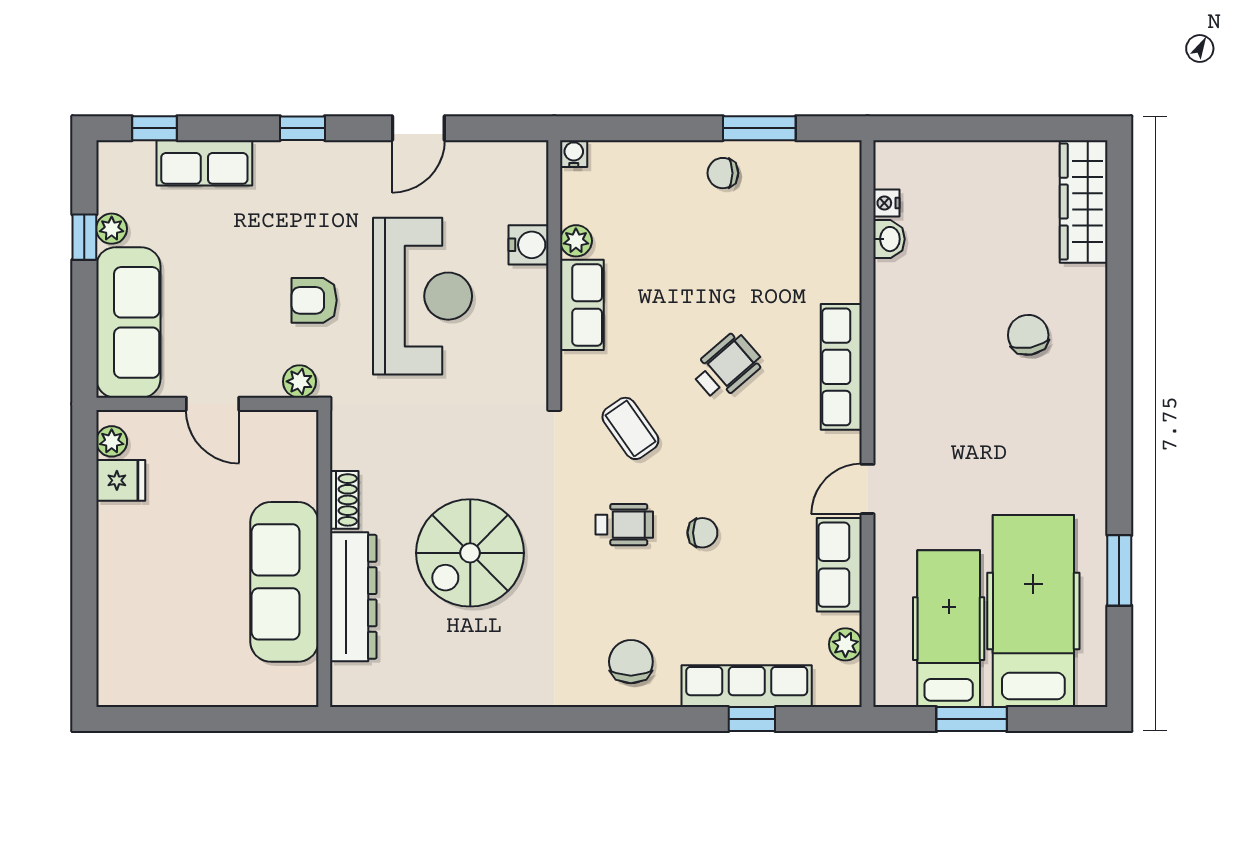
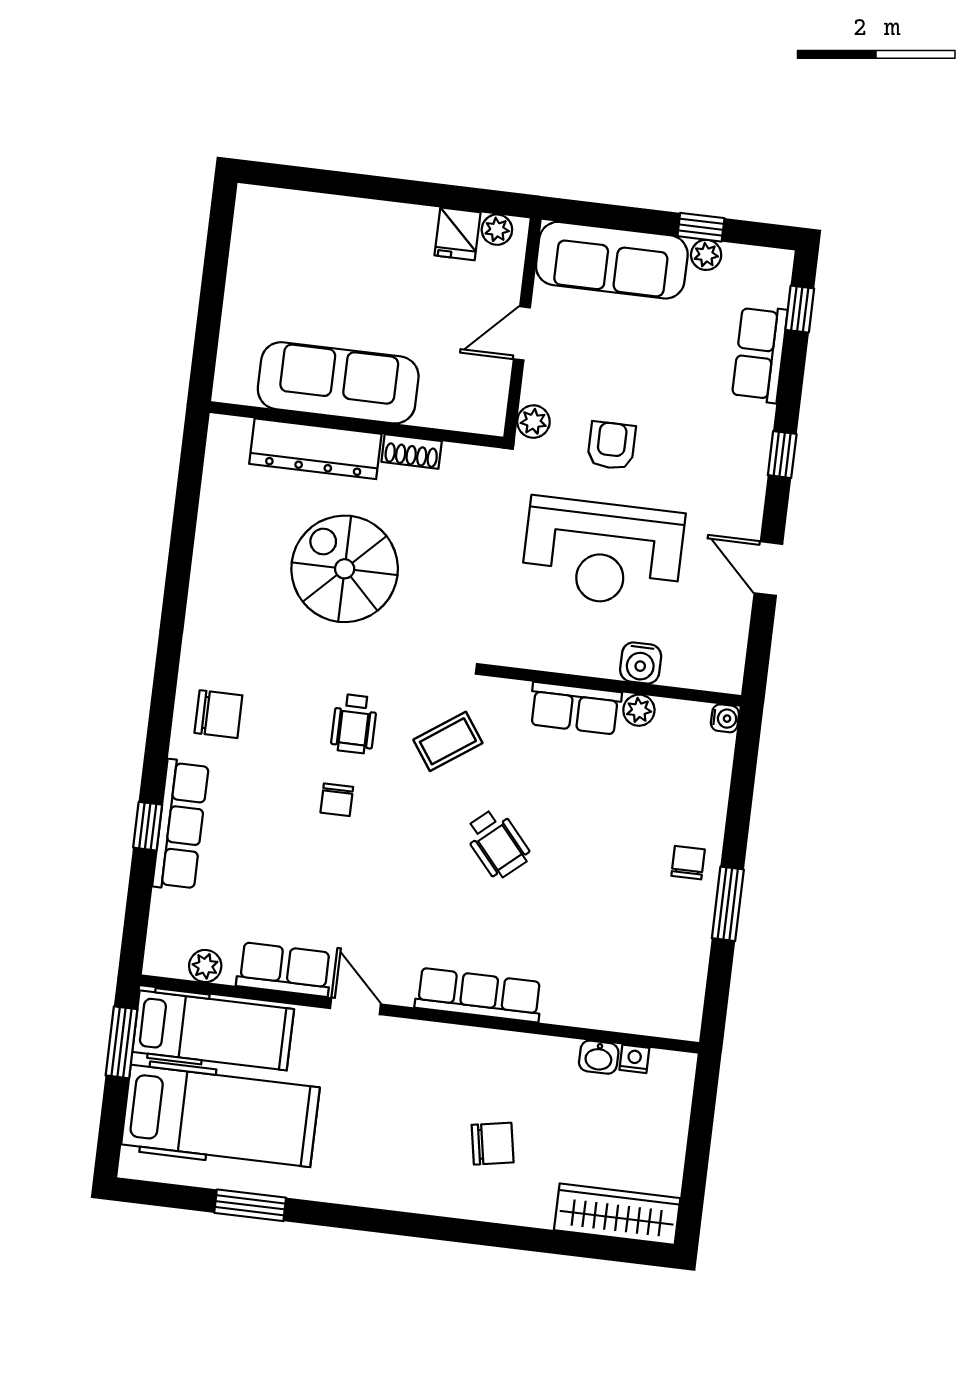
nightstand: (886, 203) -> (634, 1059), moved
washbasin: (889, 239) -> (599, 1057), moved
row of seats: (841, 367) -> (479, 995), moved
wall: (868, 424) -> (420, 1014), moved
door: (868, 489) -> (355, 1006), moved
row of seats: (839, 565) -> (284, 969), moved
plant: (845, 644) -> (205, 966), moved

